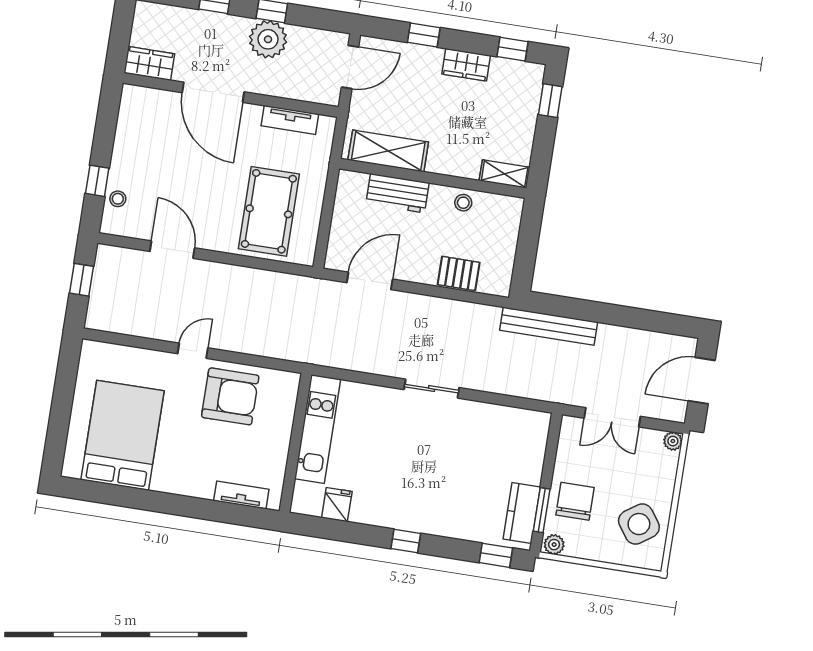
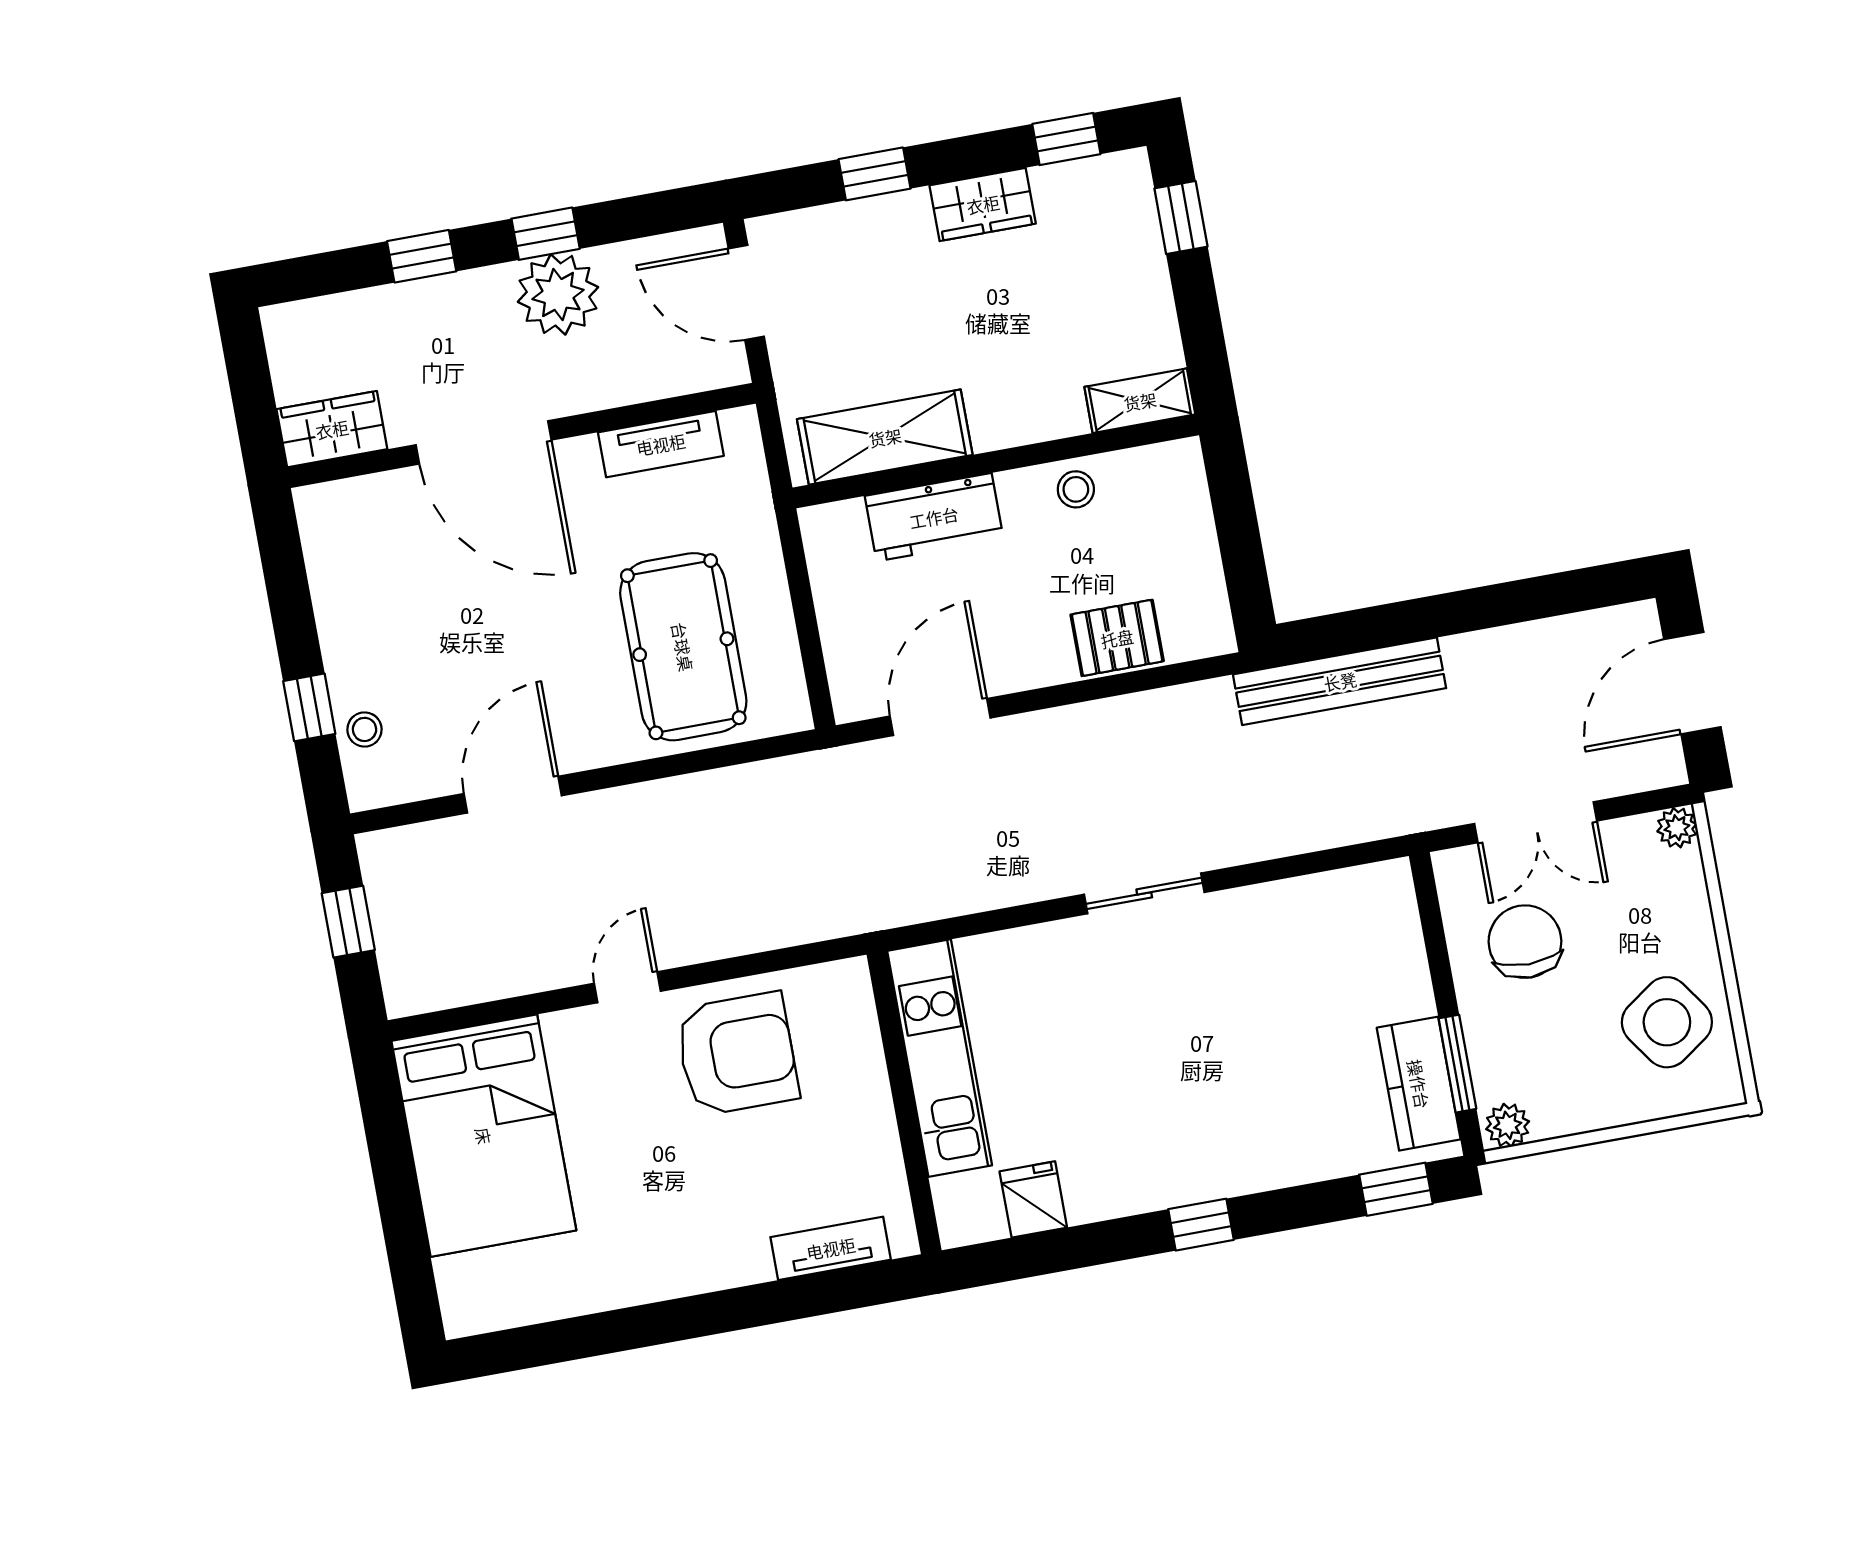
door: (350, 67) -> (746, 293), swing flipped
door: (172, 250) -> (513, 795), hinge flipped
bed: (123, 435) -> (484, 1136), moved, turned 180
chair: (575, 501) -> (1525, 942), moved

